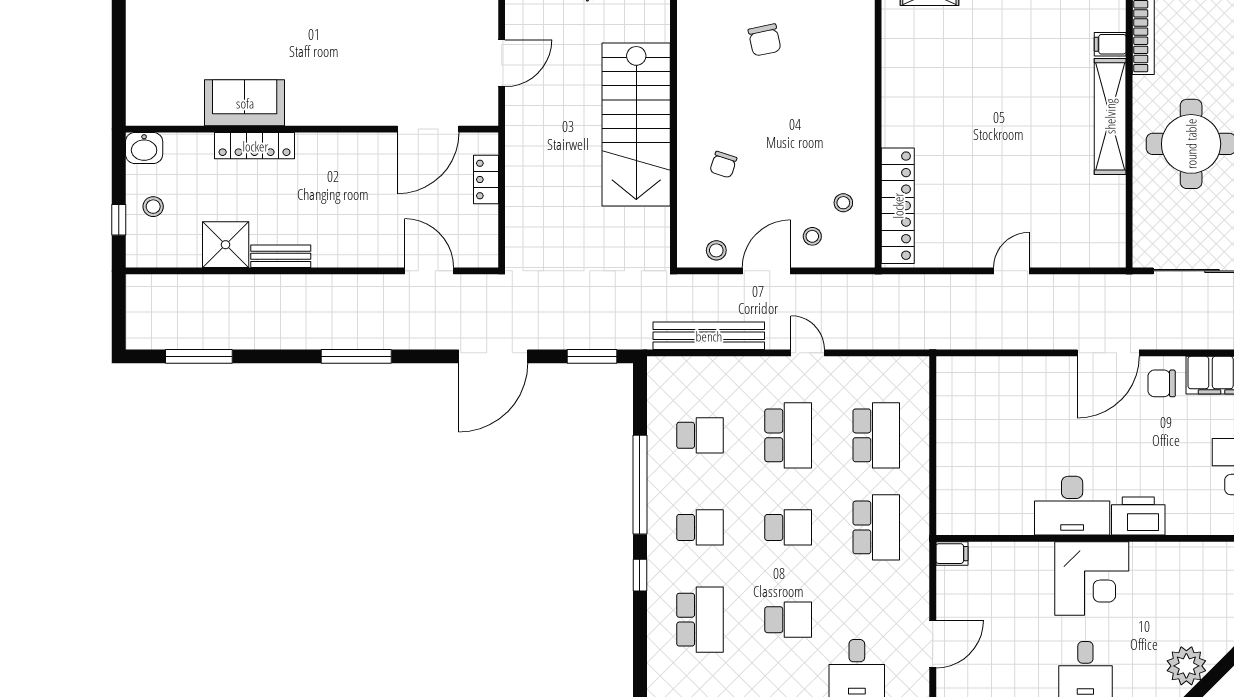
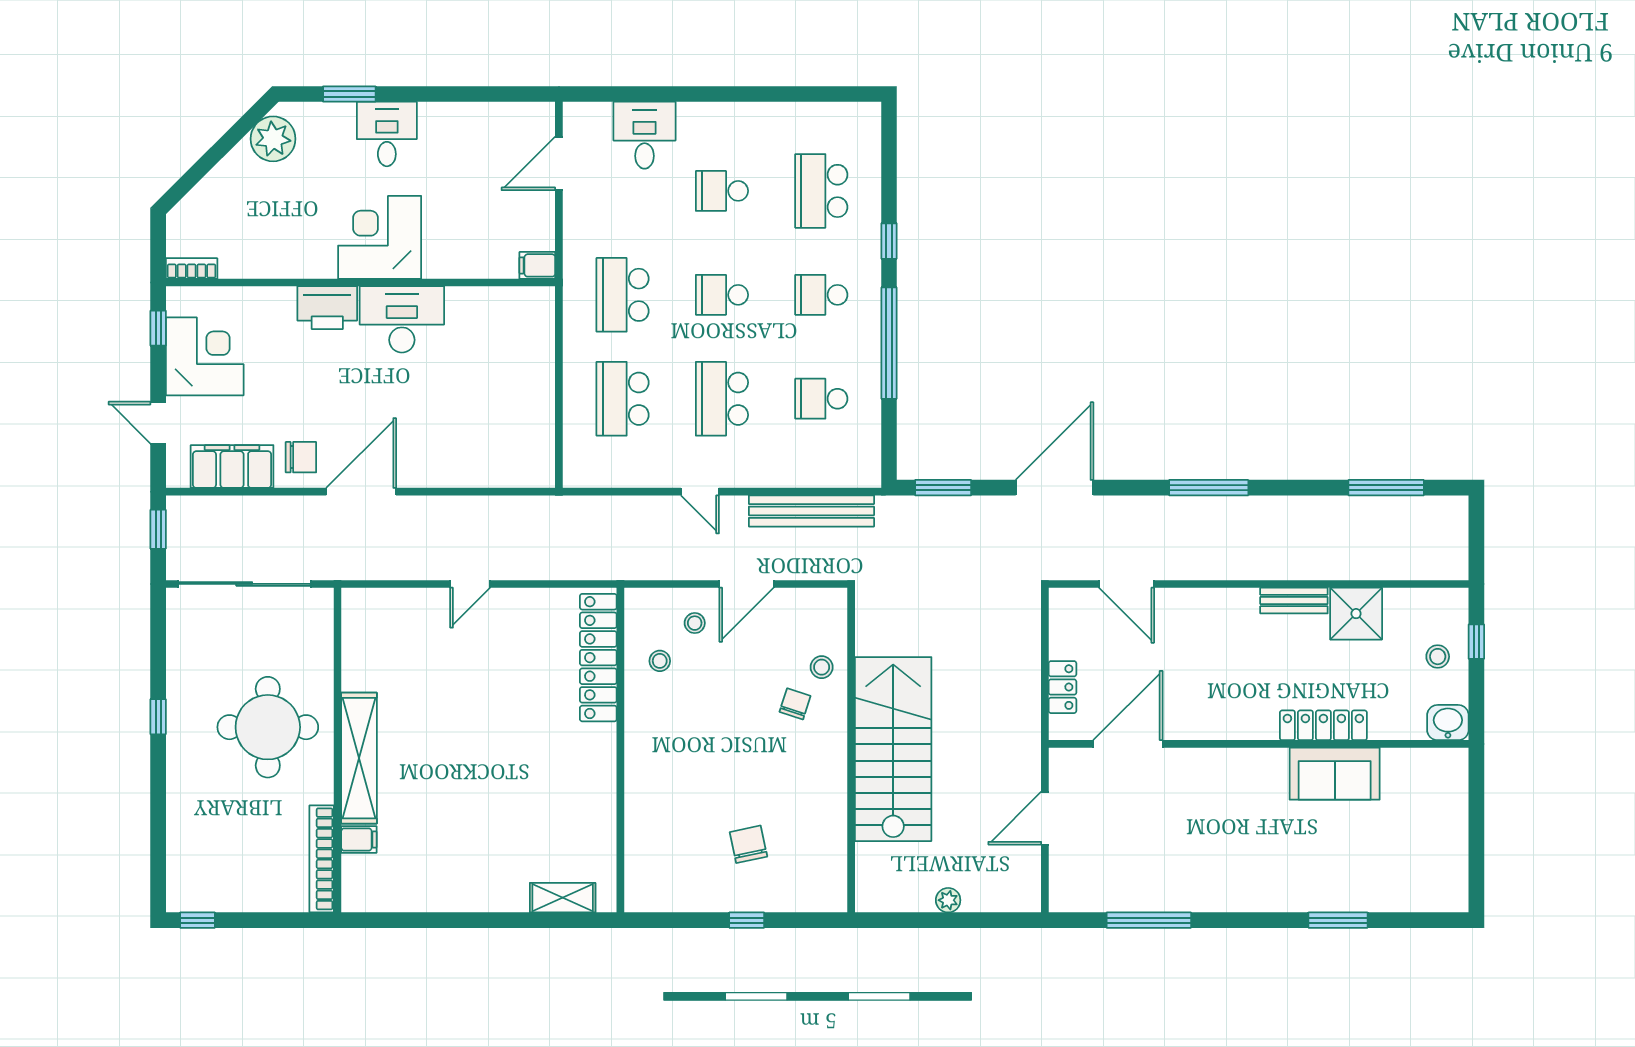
stool: (716, 250) -> (822, 667), moved

